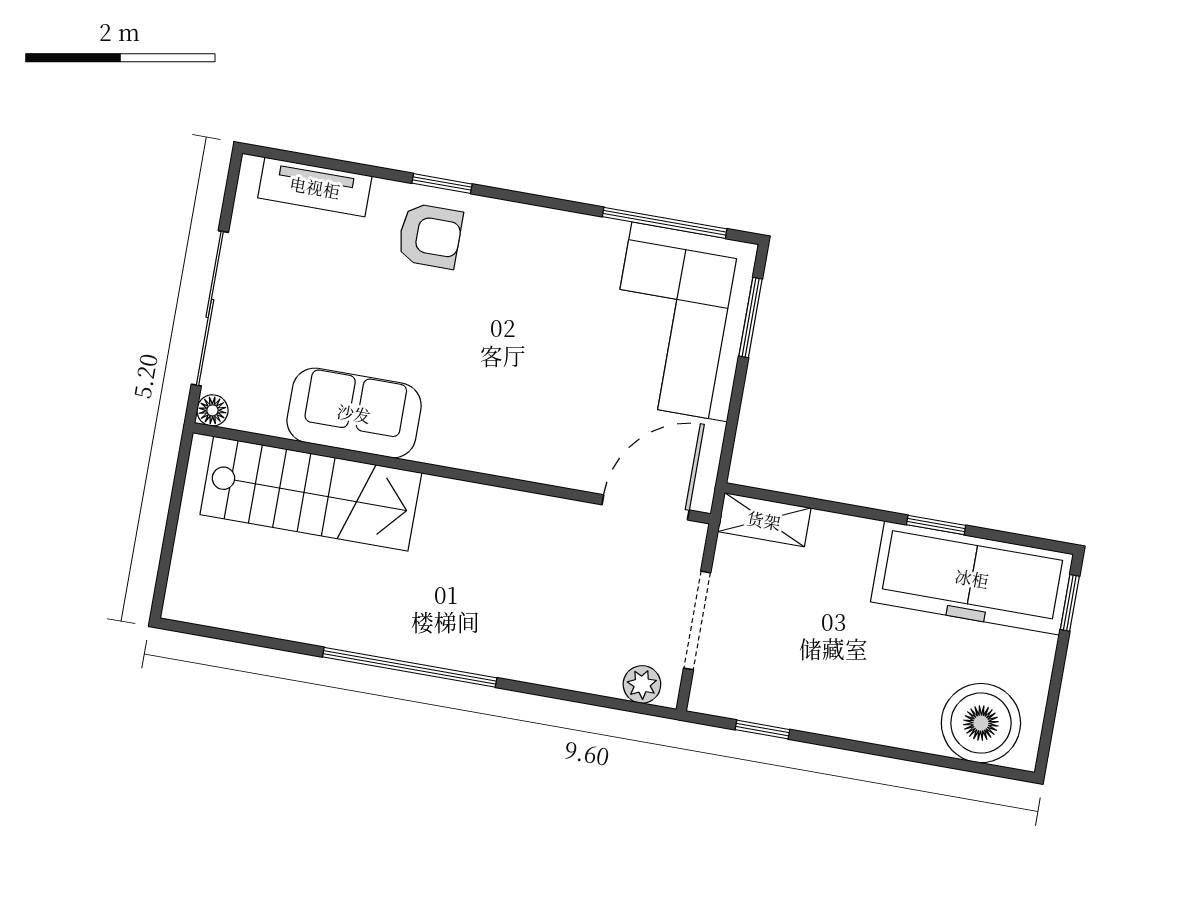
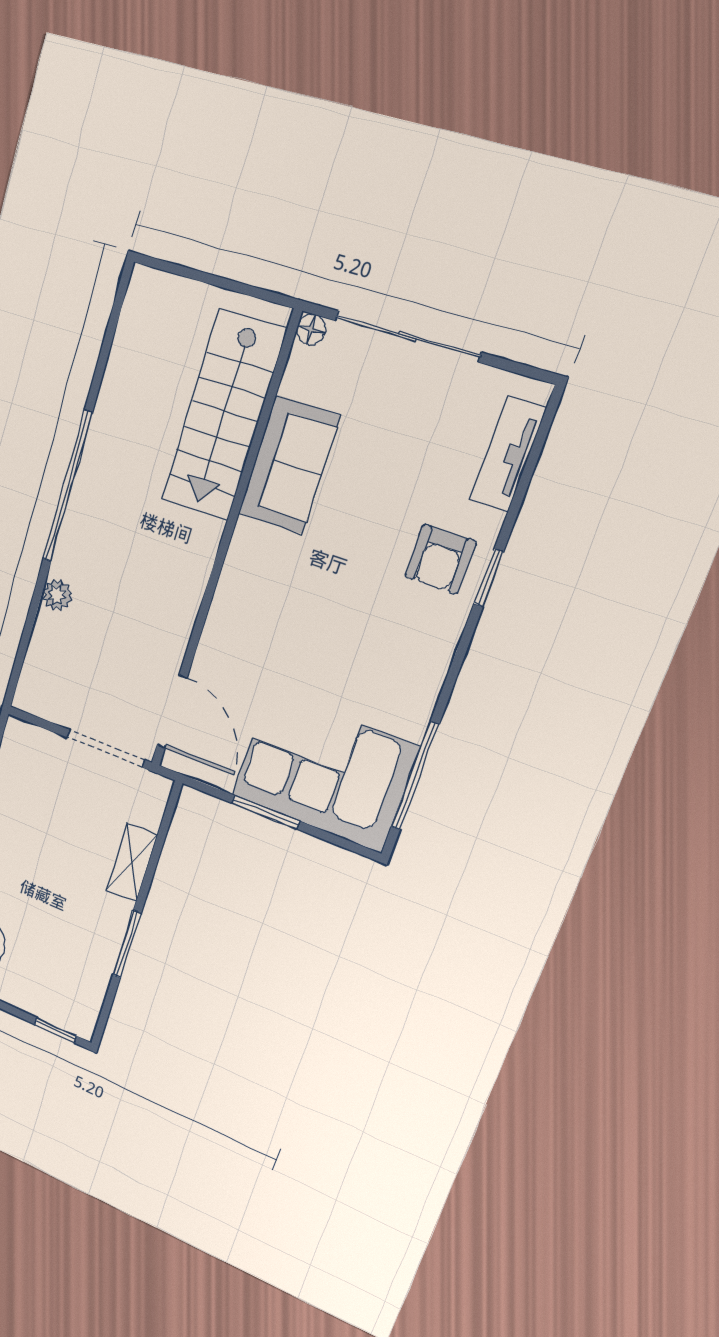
window: (751, 318) -> (266, 812), moved
shelving: (764, 520) -> (132, 863), moved
window: (936, 525) -> (127, 944), width x1.50
freezer: (972, 578) -> (83, 962), removed
doorway: (697, 620) -> (105, 748), moved
plant: (642, 684) -> (57, 595), moved

